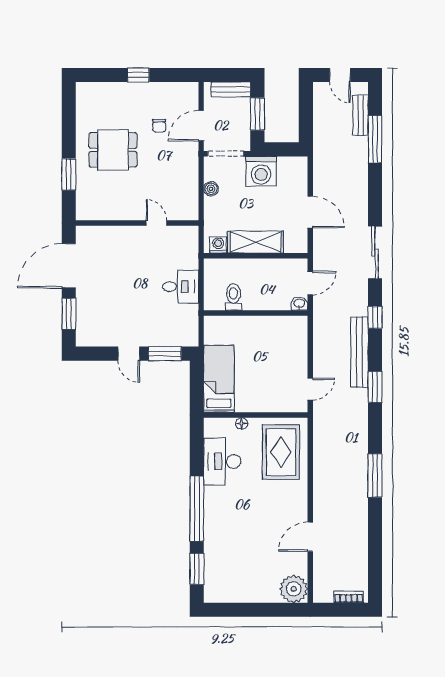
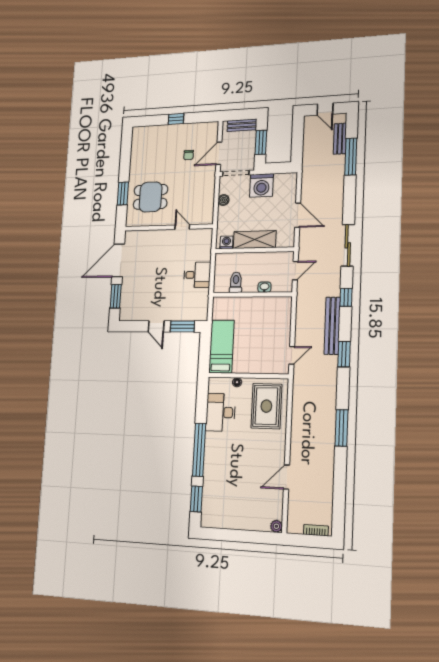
dining table: (113, 150) -> (151, 197), moved
washbasin: (299, 304) -> (264, 287), moved
plant: (294, 589) -> (276, 526), width x0.53, depth x0.53

